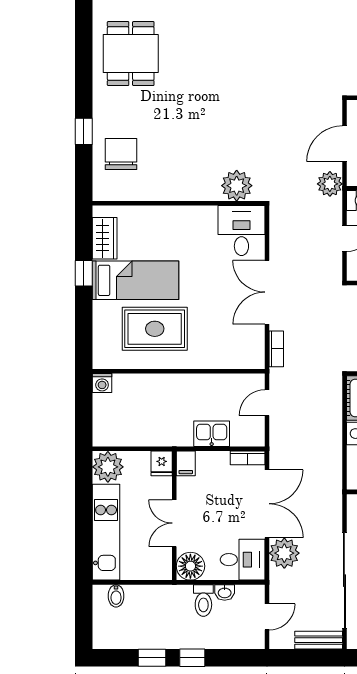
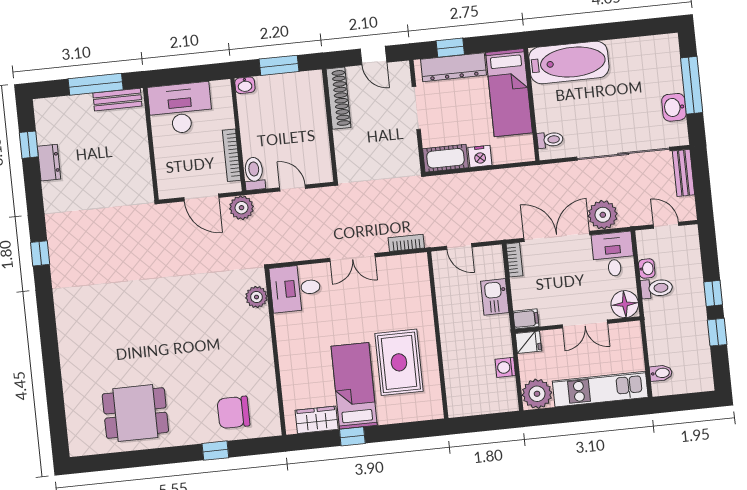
plant: (237, 186) -> (256, 297), width x0.73, depth x0.73
double door: (267, 292) -> (352, 258), width x0.73
washing machine: (102, 383) -> (505, 367), moved, turned 180

